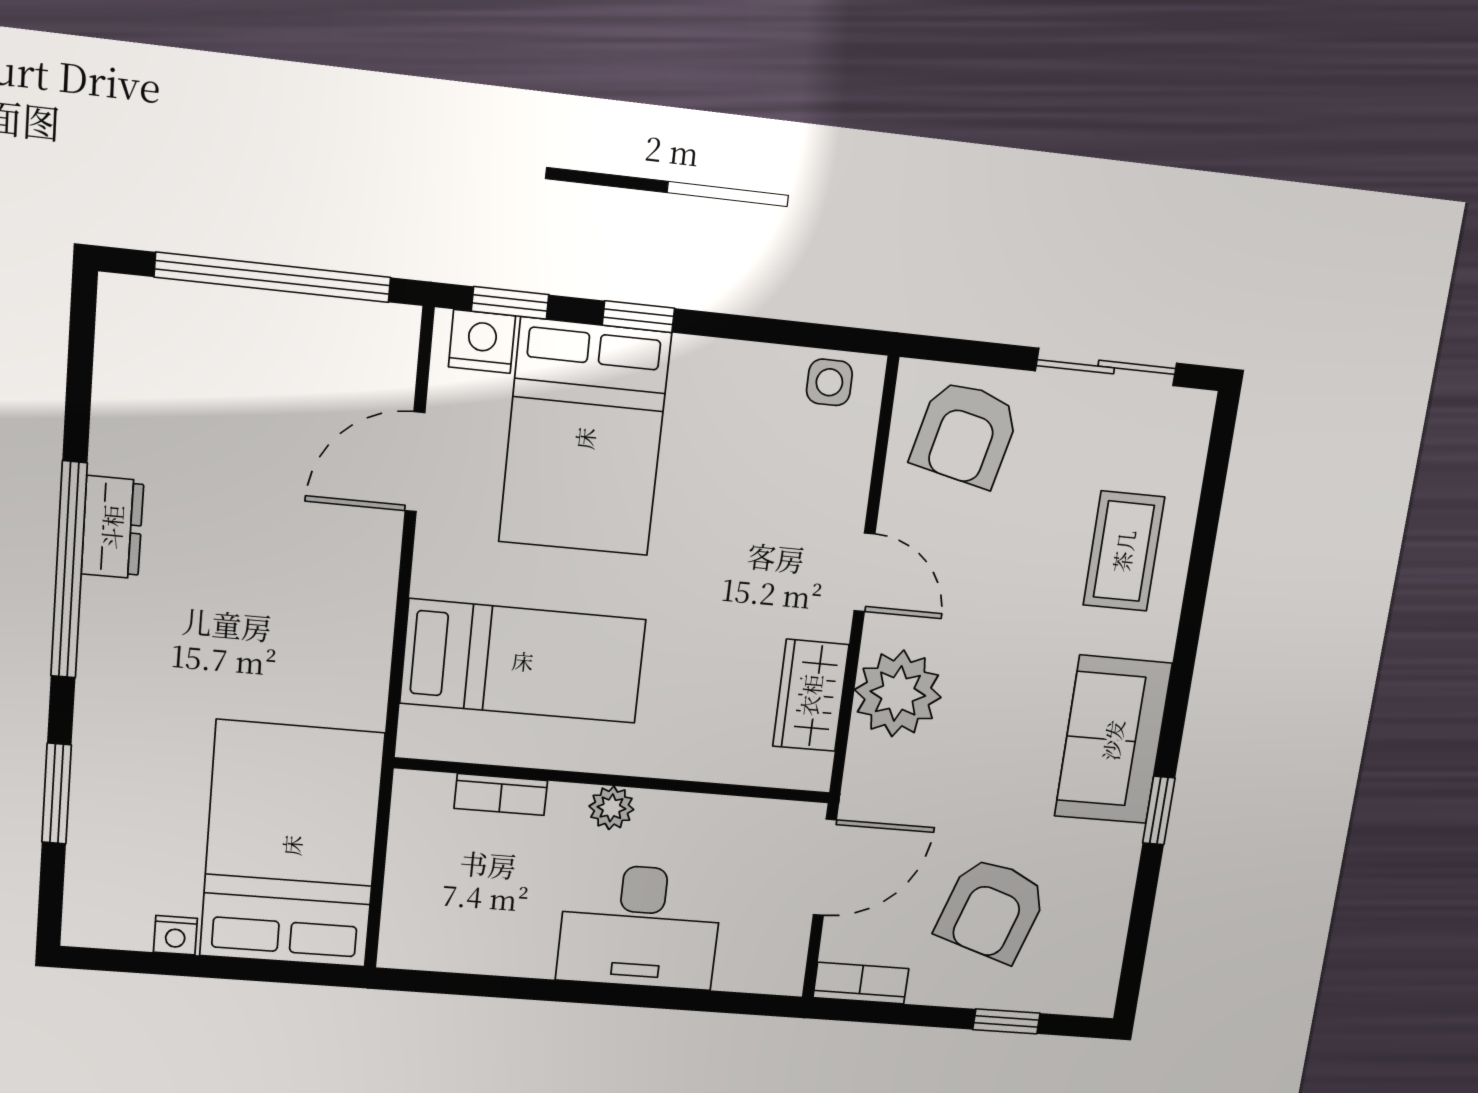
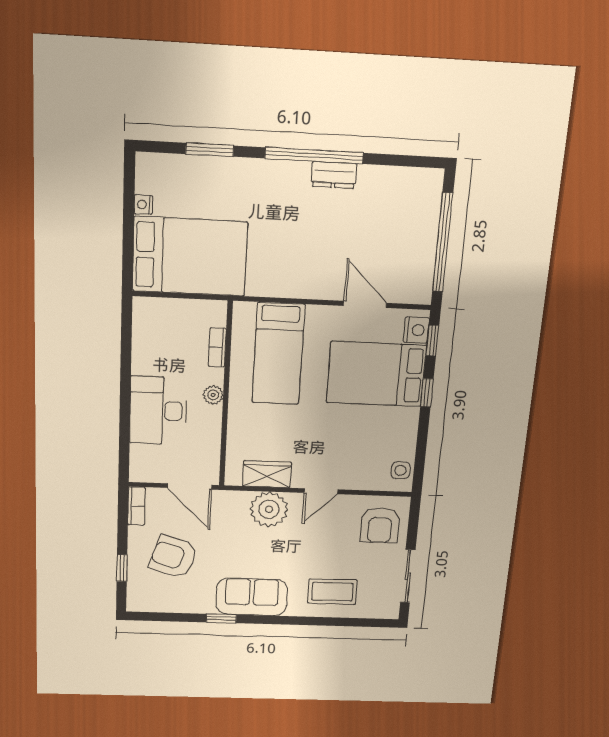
armchair: (965, 434) -> (380, 525), turned -103

